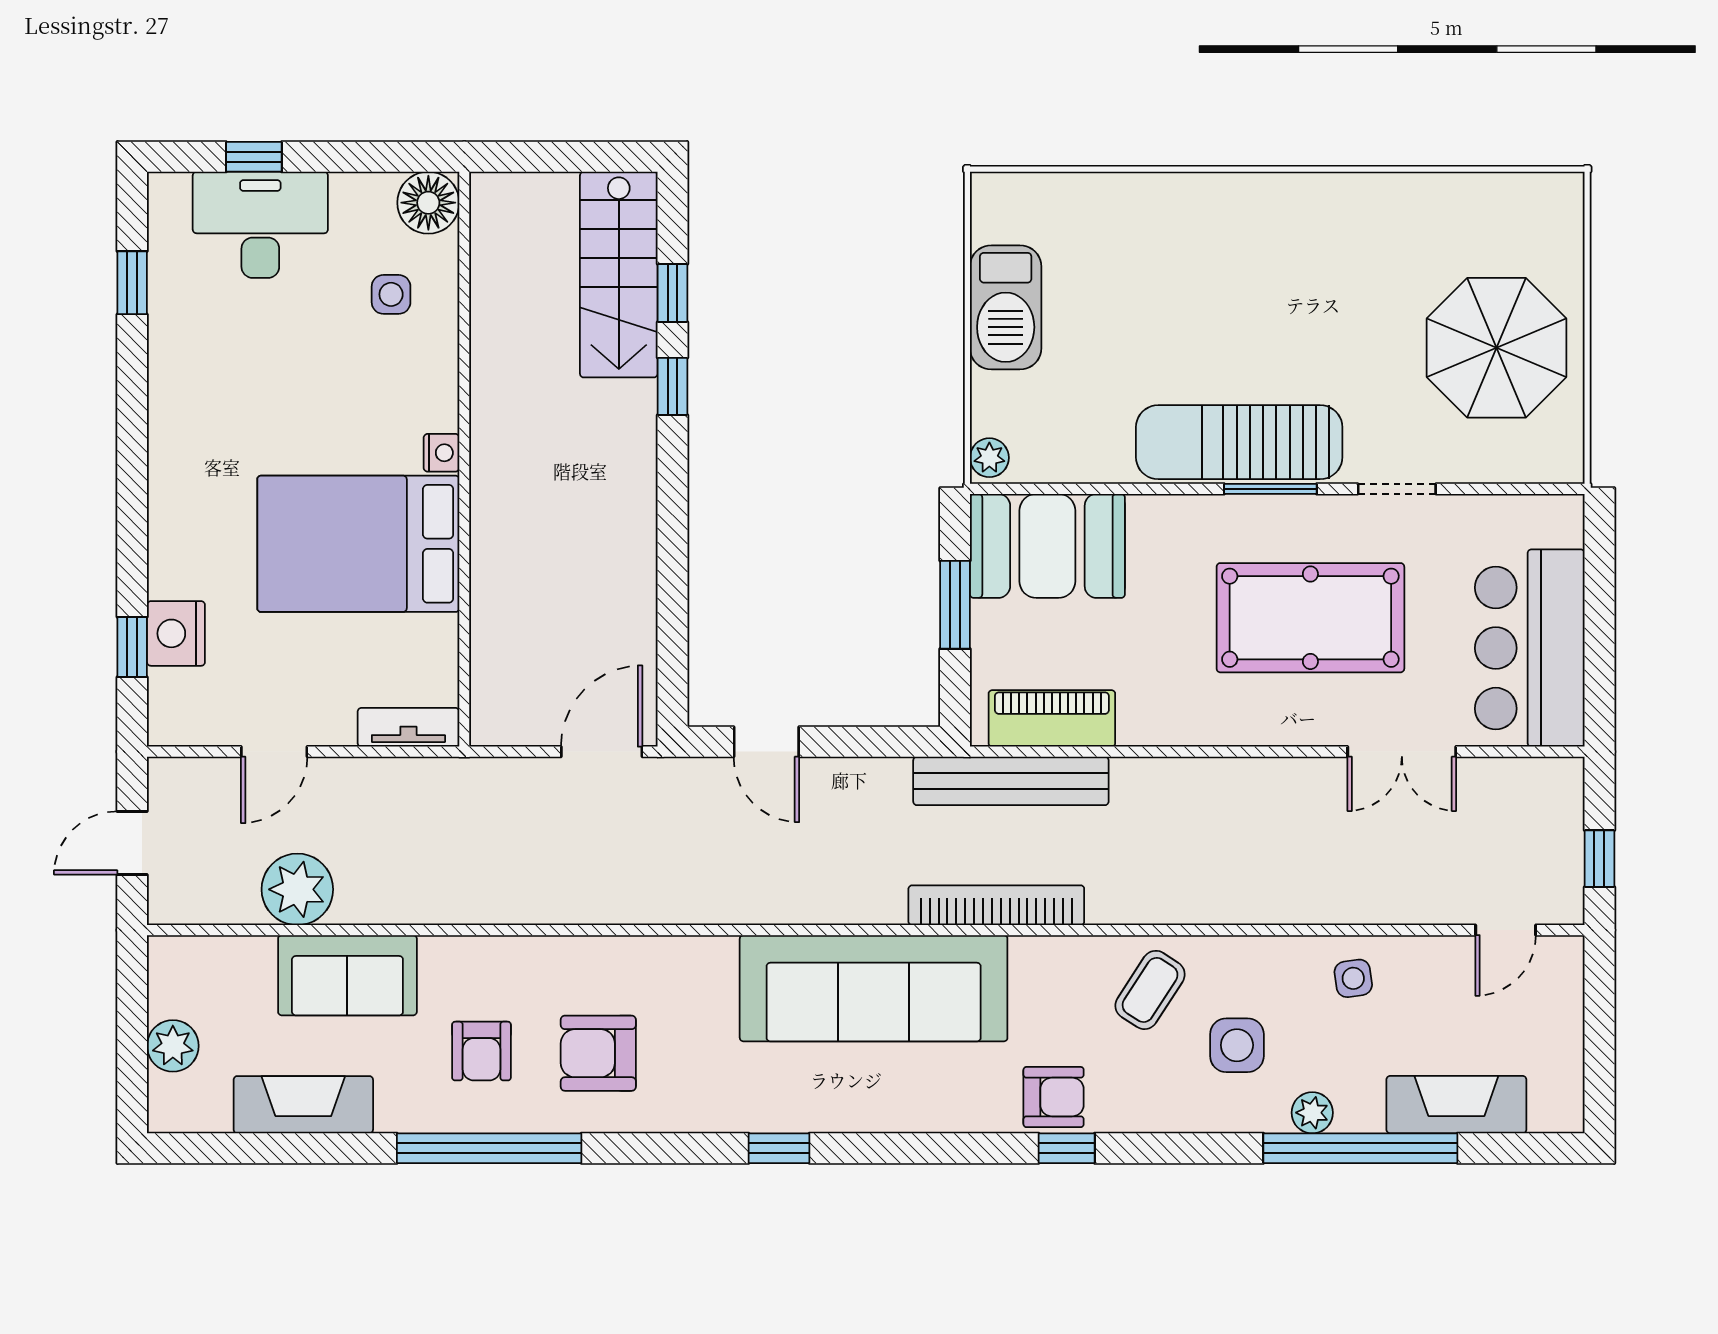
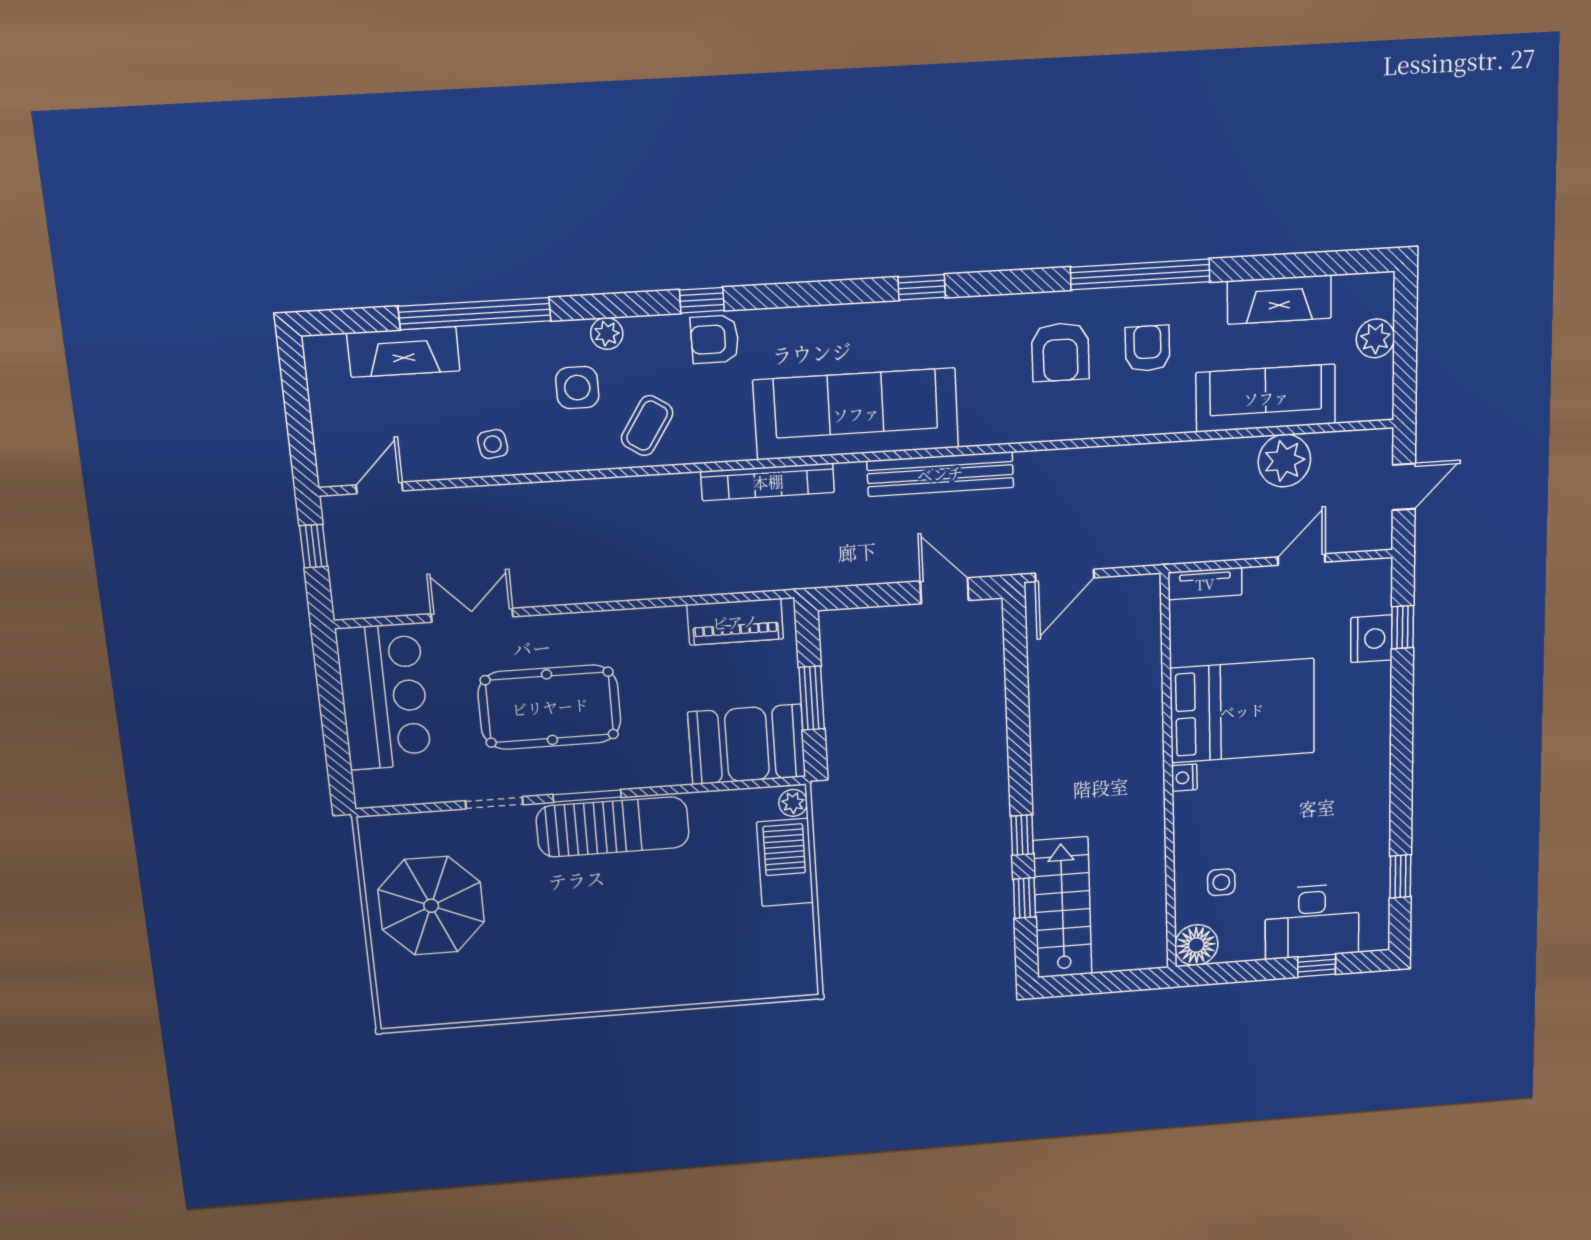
barbecue: (1006, 307) -> (785, 862), moved
bench: (1011, 781) -> (940, 474), moved
sofa: (347, 975) -> (1266, 398), width x1.36
armchair: (598, 1053) -> (1060, 352), turned 90
plant: (1312, 1113) -> (607, 334), moved

